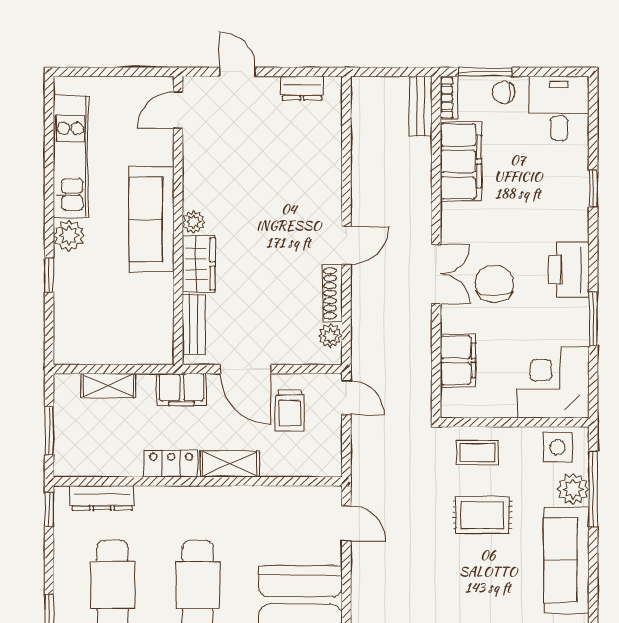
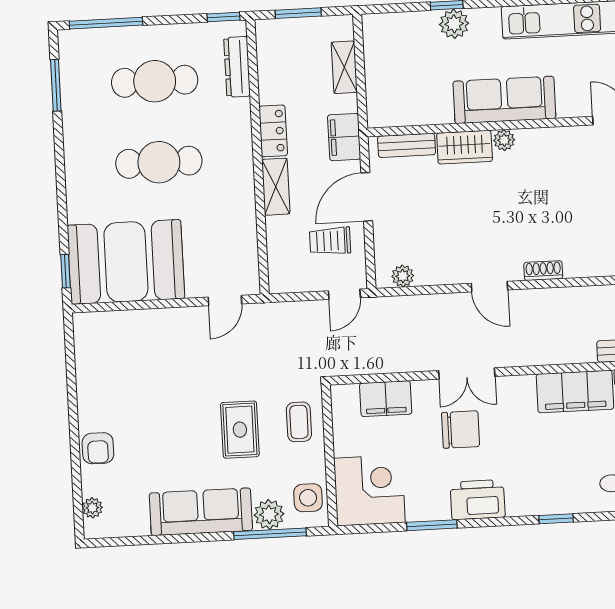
plant: (69, 236) -> (454, 24), moved
shoe rack: (332, 293) -> (543, 271), moved, width x0.70

